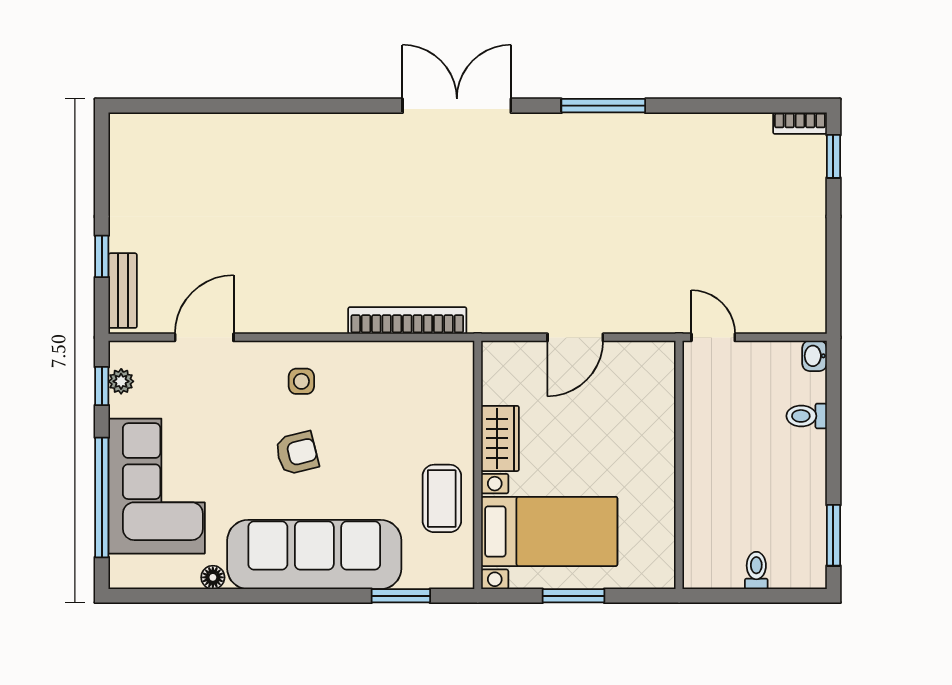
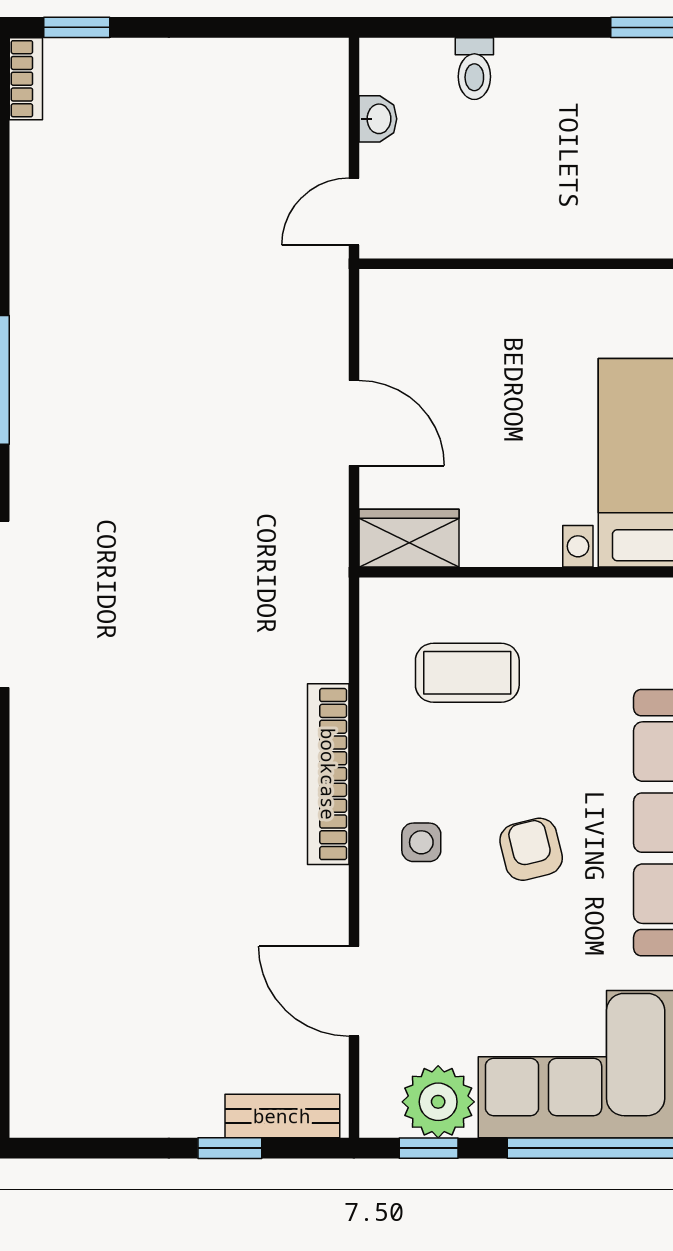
bookcase: (407, 321) -> (328, 774), moved
washbasin: (814, 356) -> (378, 119), moved, turned -90
plant: (121, 381) -> (438, 1102), width x1.88, depth x1.88
wardrobe: (500, 438) -> (409, 538), moved
coffee table: (442, 498) -> (467, 673), moved

